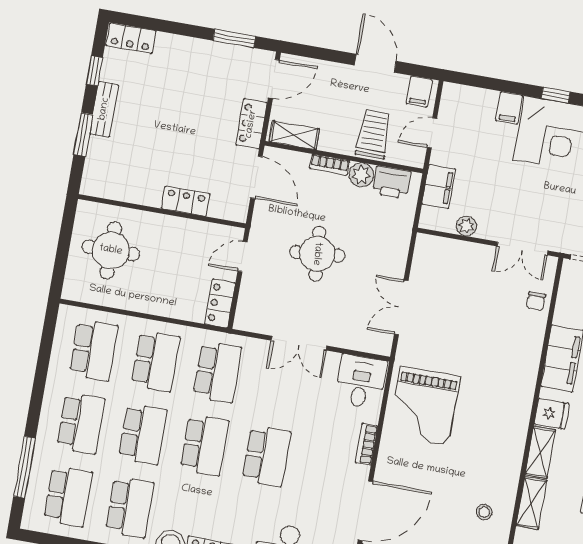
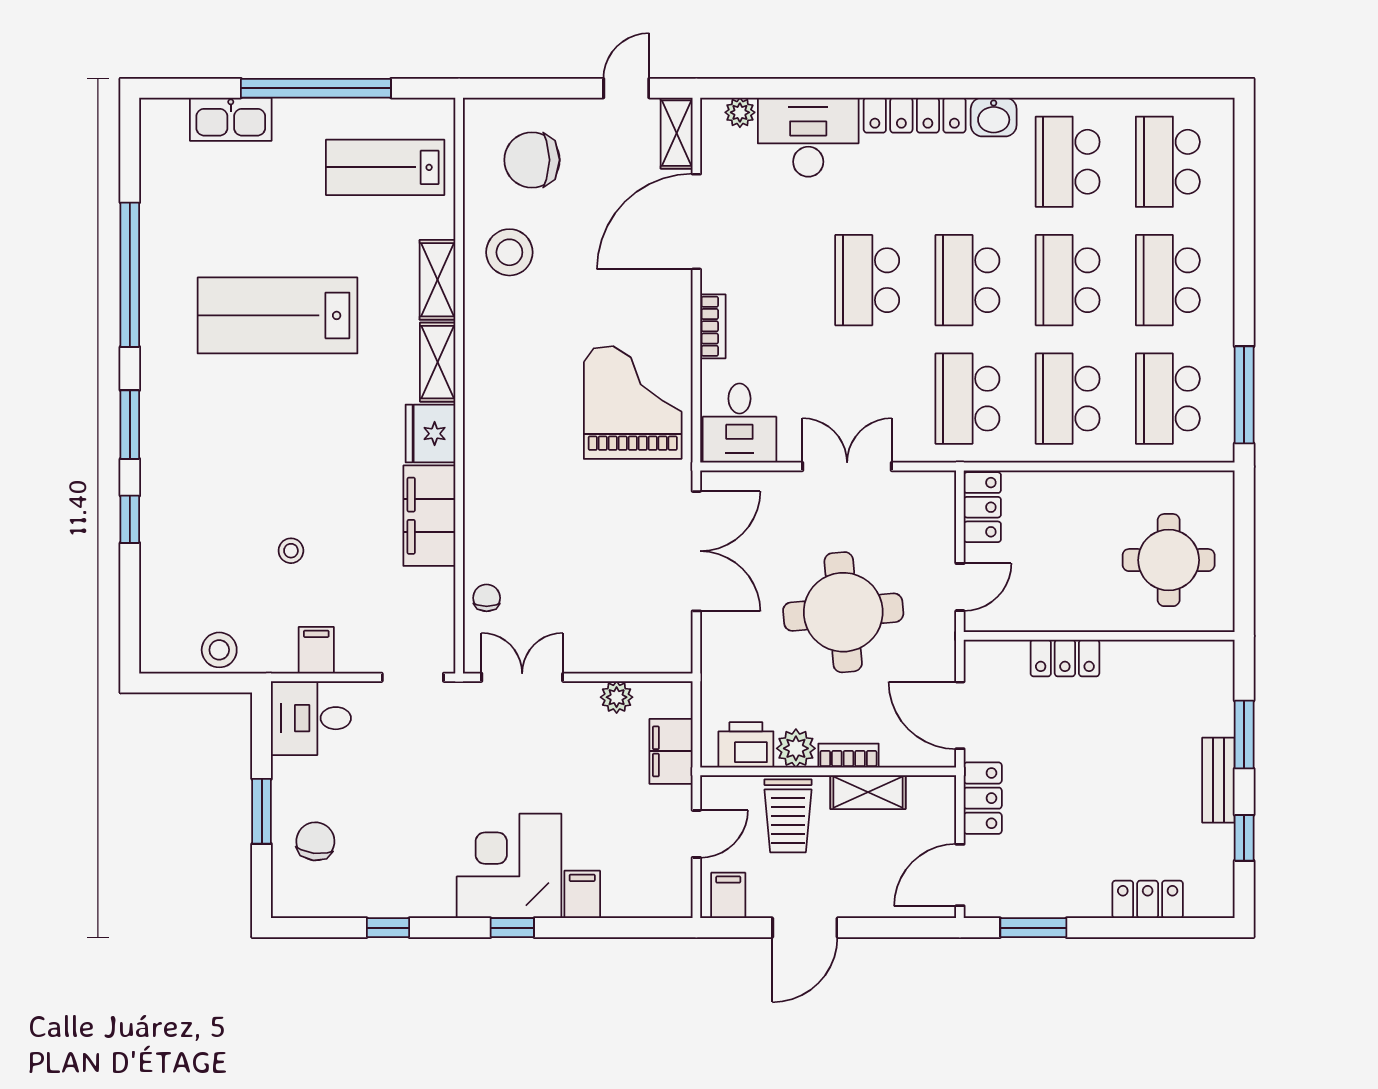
locker: (131, 38) -> (1148, 899), moved
door: (375, 63) -> (805, 928), hinge flipped
shelving: (294, 135) -> (868, 792), moved
round table: (317, 254) -> (843, 612), width x1.36, depth x1.36
double door: (401, 307) -> (696, 551), width x1.37
fridge: (552, 414) -> (431, 434), width x1.38
window: (25, 467) -> (1244, 395), moved
stool: (484, 512) -> (509, 252), width x1.89, depth x1.89

